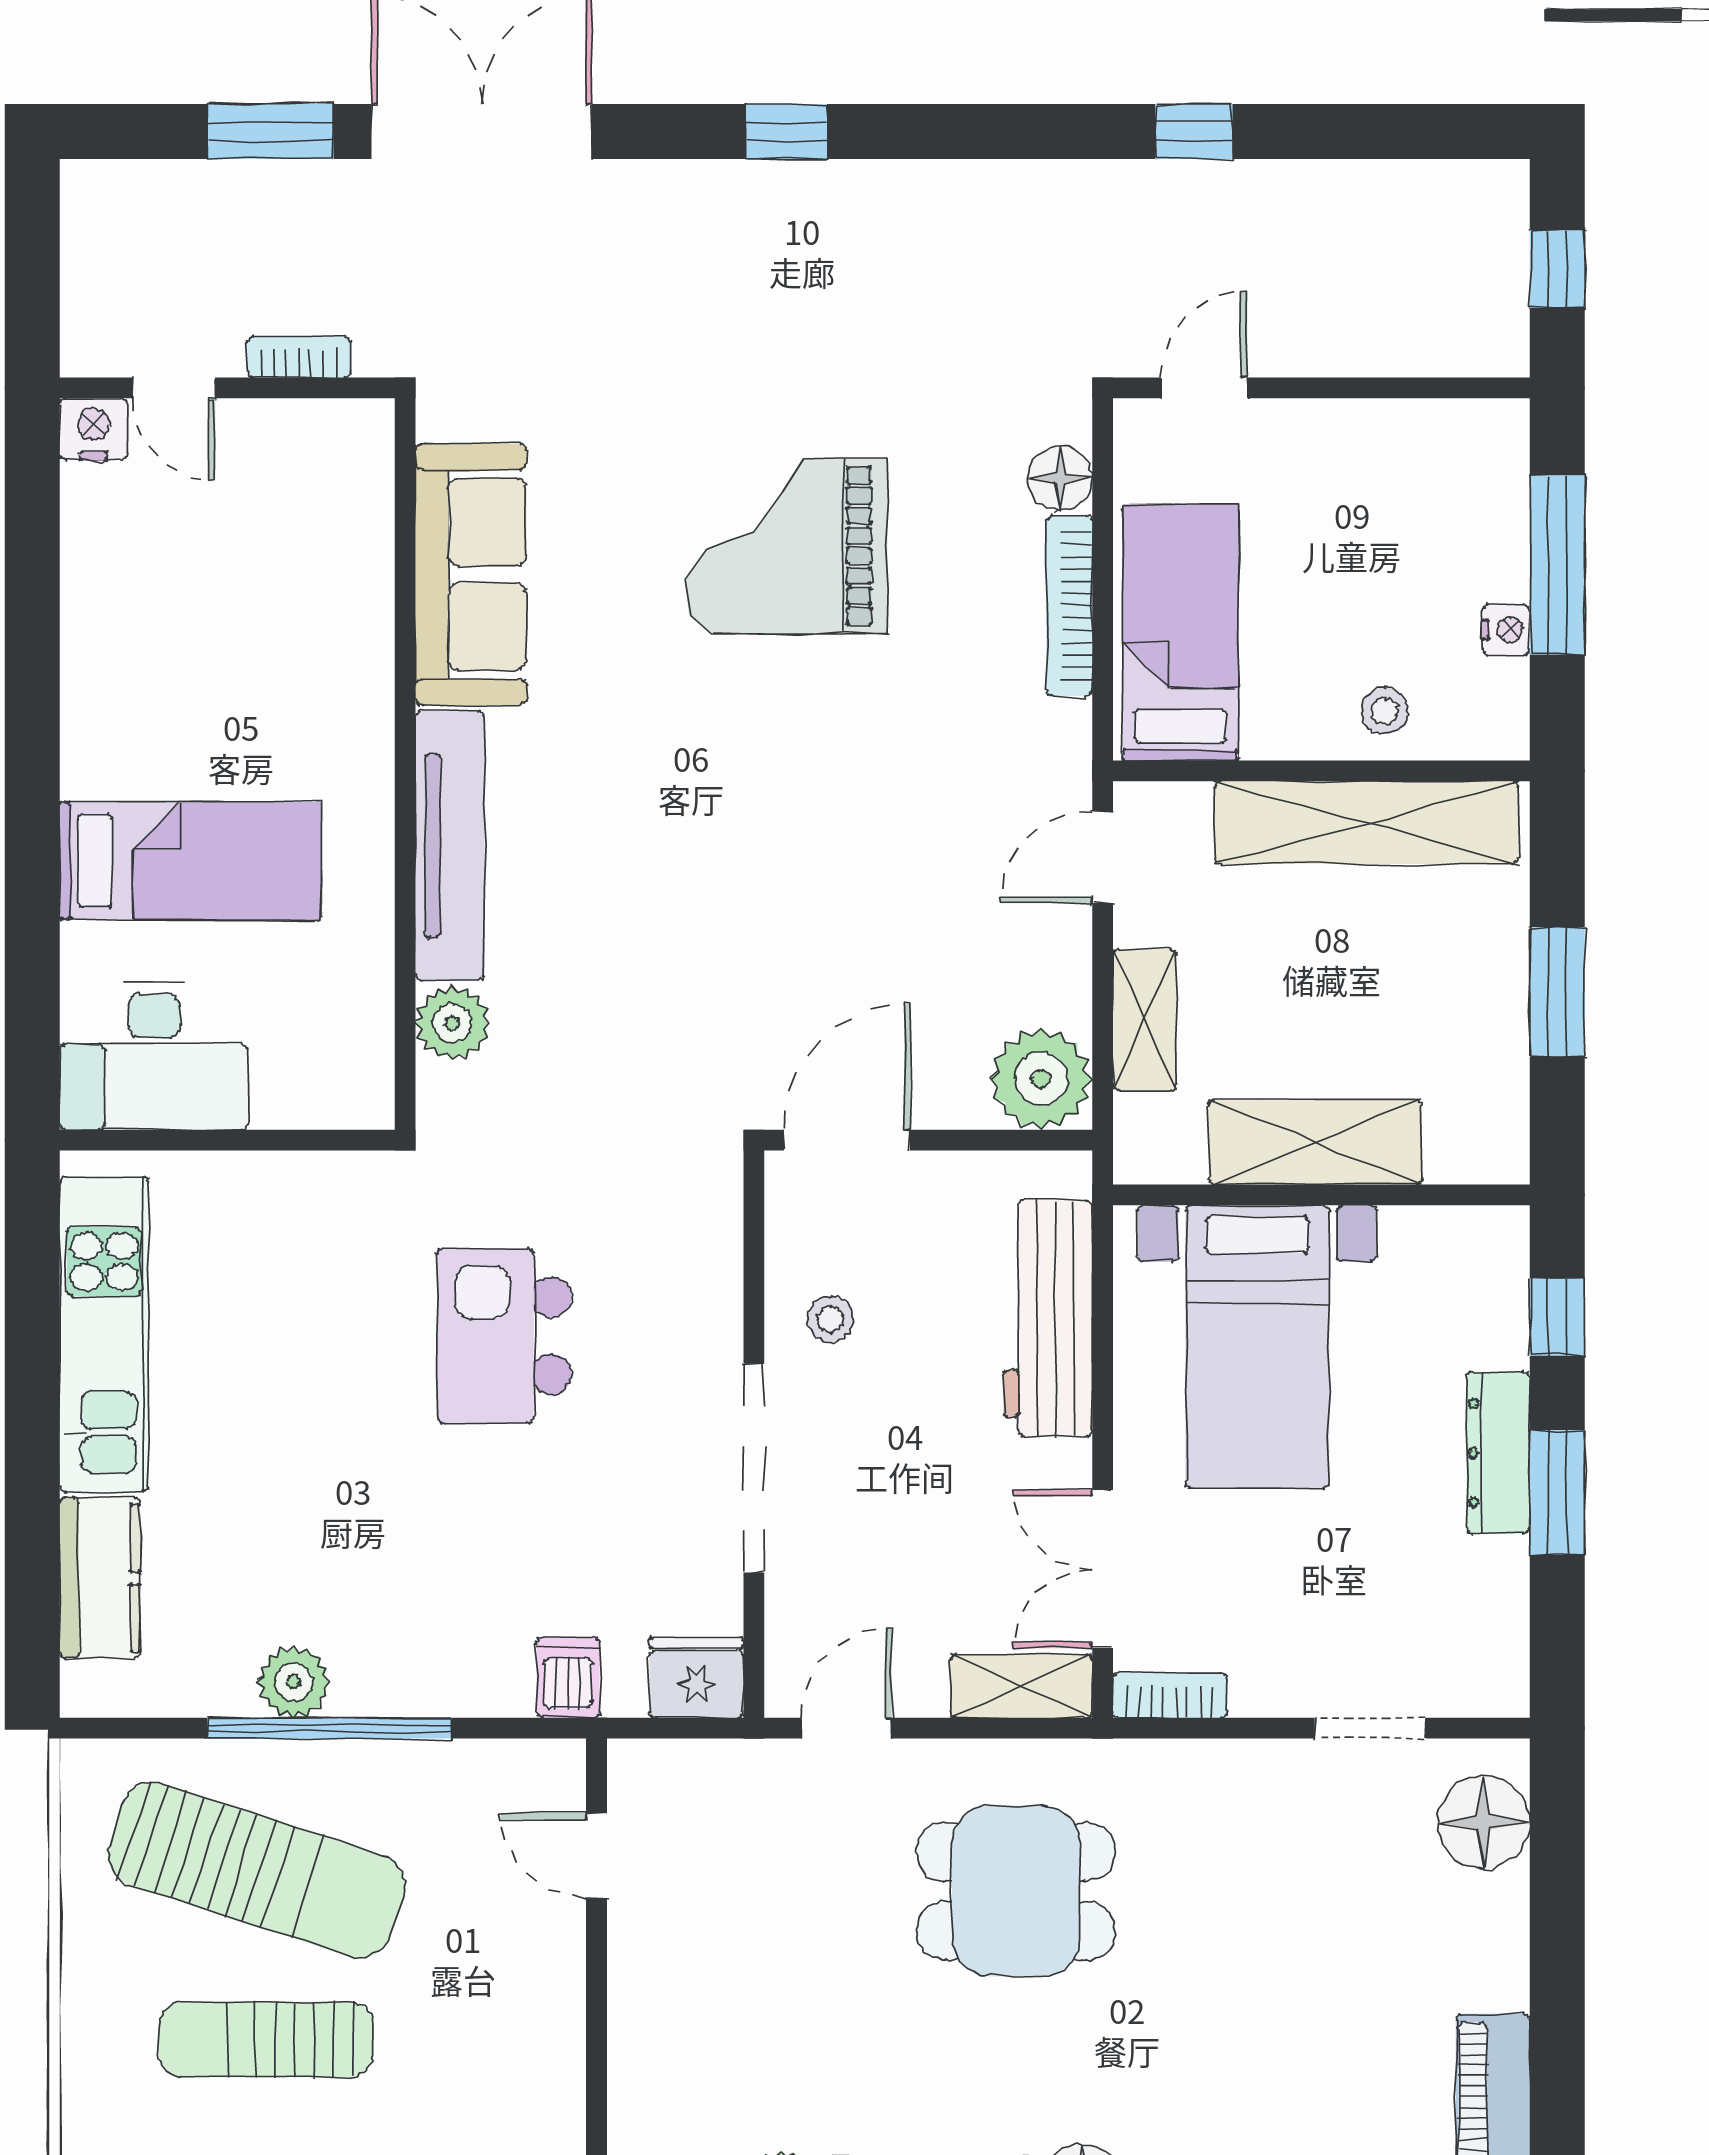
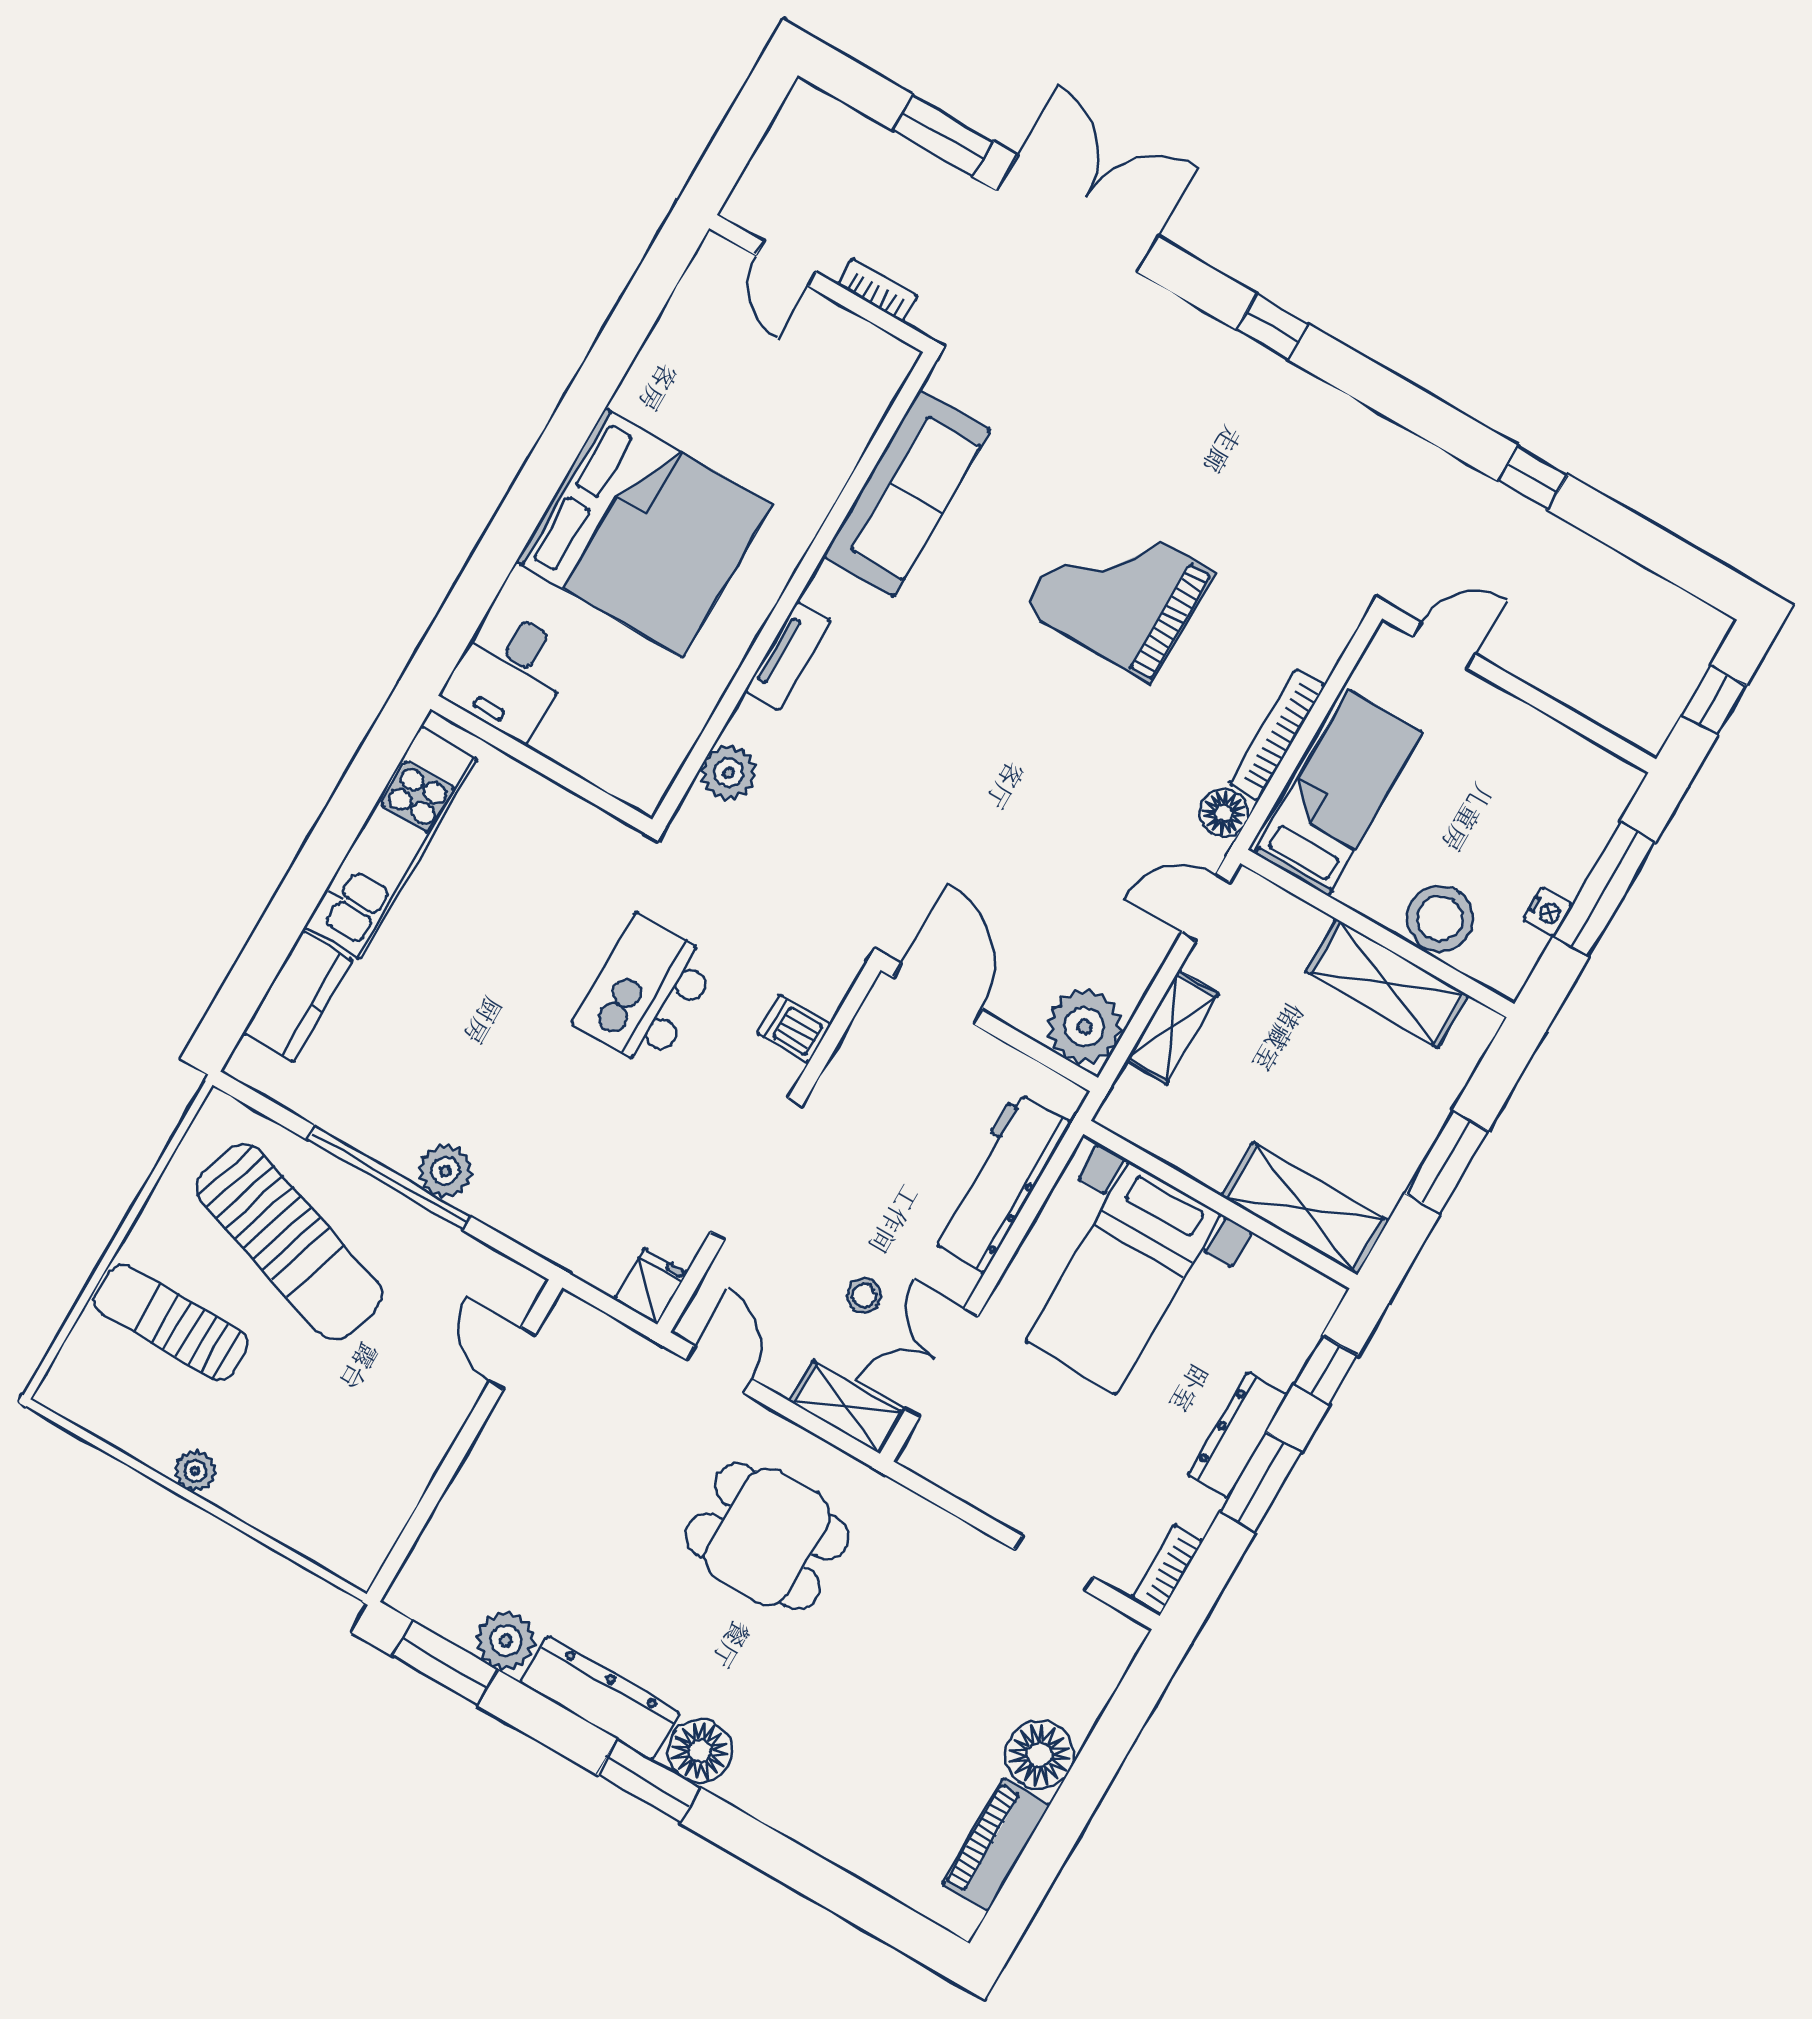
nightstand: (93, 429) -> (719, 260), removed
floor lamp: (1060, 478) -> (1224, 813), moved
stool: (1385, 711) -> (1440, 919), width x1.89, depth x1.89
shelving: (1367, 822) -> (1387, 983), width x0.68
tv unit: (450, 846) -> (788, 656), width x0.52, depth x0.78
bed: (190, 861) -> (644, 533), width x2.04
desk: (154, 1056) -> (509, 674), width x0.73
door: (847, 1140) -> (937, 994), hinge flipped
shelving: (1315, 1142) -> (1305, 1209), moved
stool: (830, 1319) -> (864, 1296), moved
dishwasher: (568, 1677) -> (794, 1029), moved, turned -90
fridge: (697, 1678) -> (650, 1286), width x0.72
plant: (294, 1682) -> (445, 1171), moved
bookcase: (1170, 1695) -> (1167, 1569), moved, turned -90
door: (846, 1728) -> (719, 1369), hinge flipped
floor lamp: (1483, 1822) -> (1040, 1755), moved
sun lounger: (266, 2040) -> (171, 1322), moved

